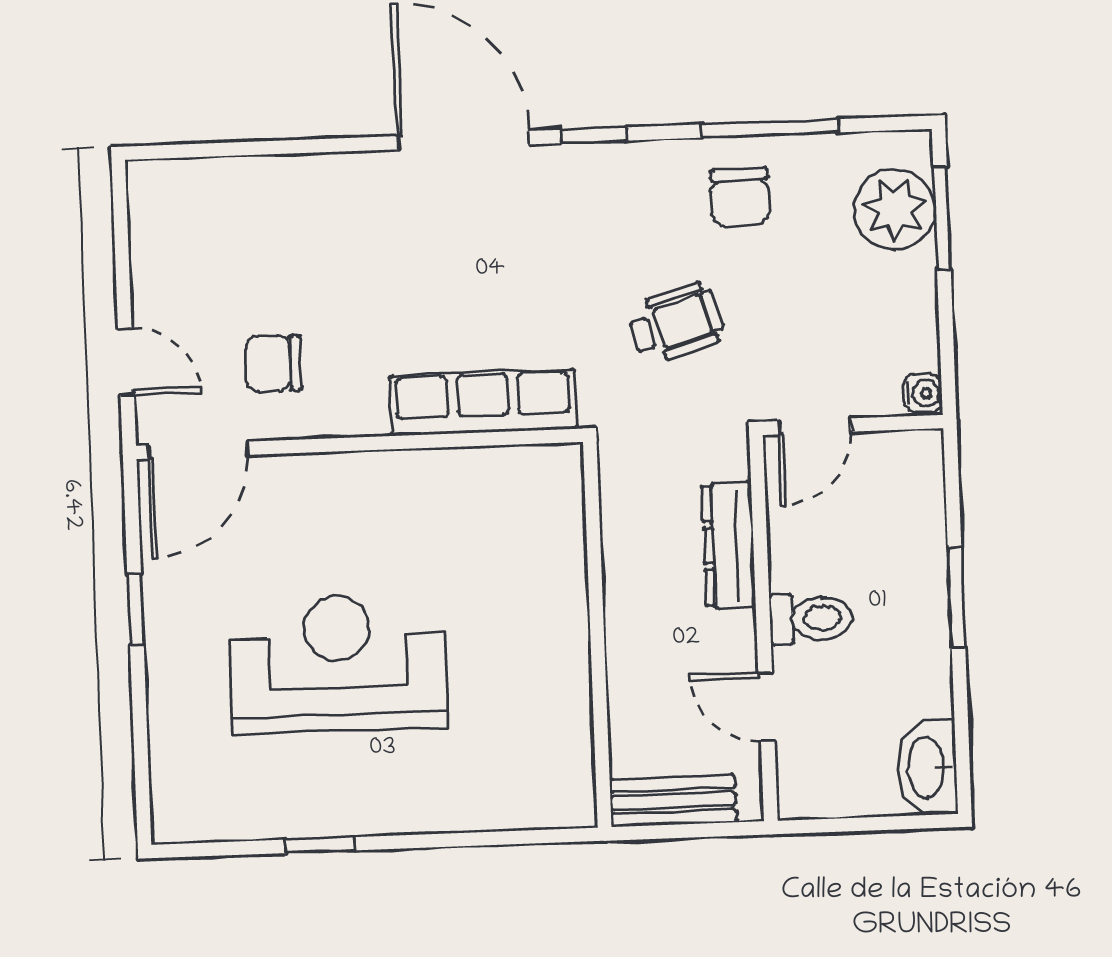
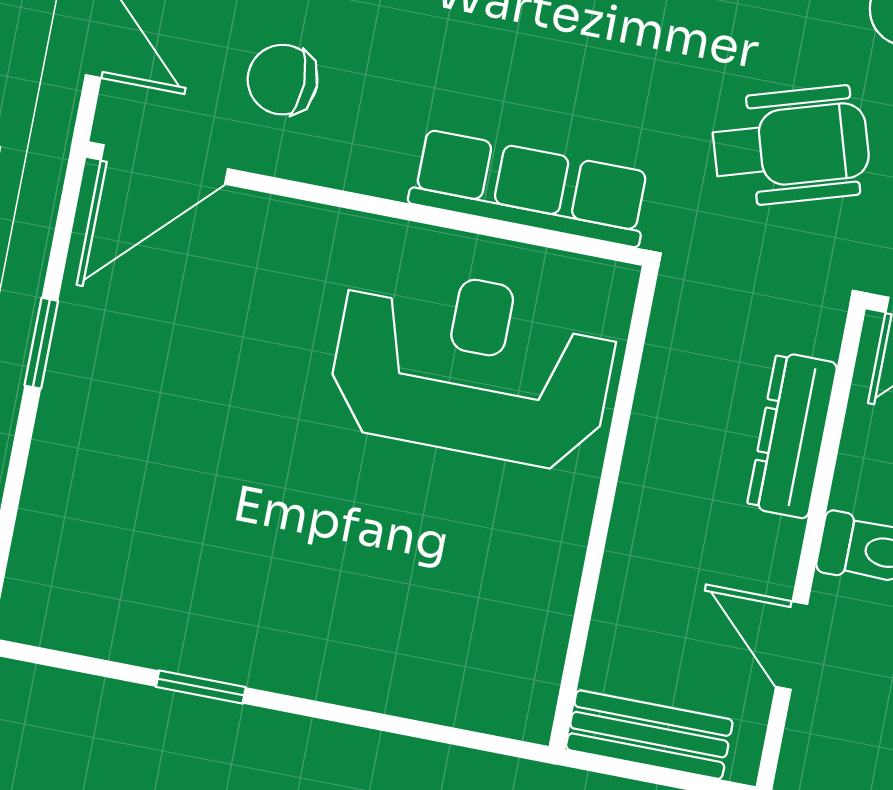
wheelchair: (676, 323) -> (791, 146), width x1.36, depth x1.37
reception desk: (338, 663) -> (473, 366), moved

